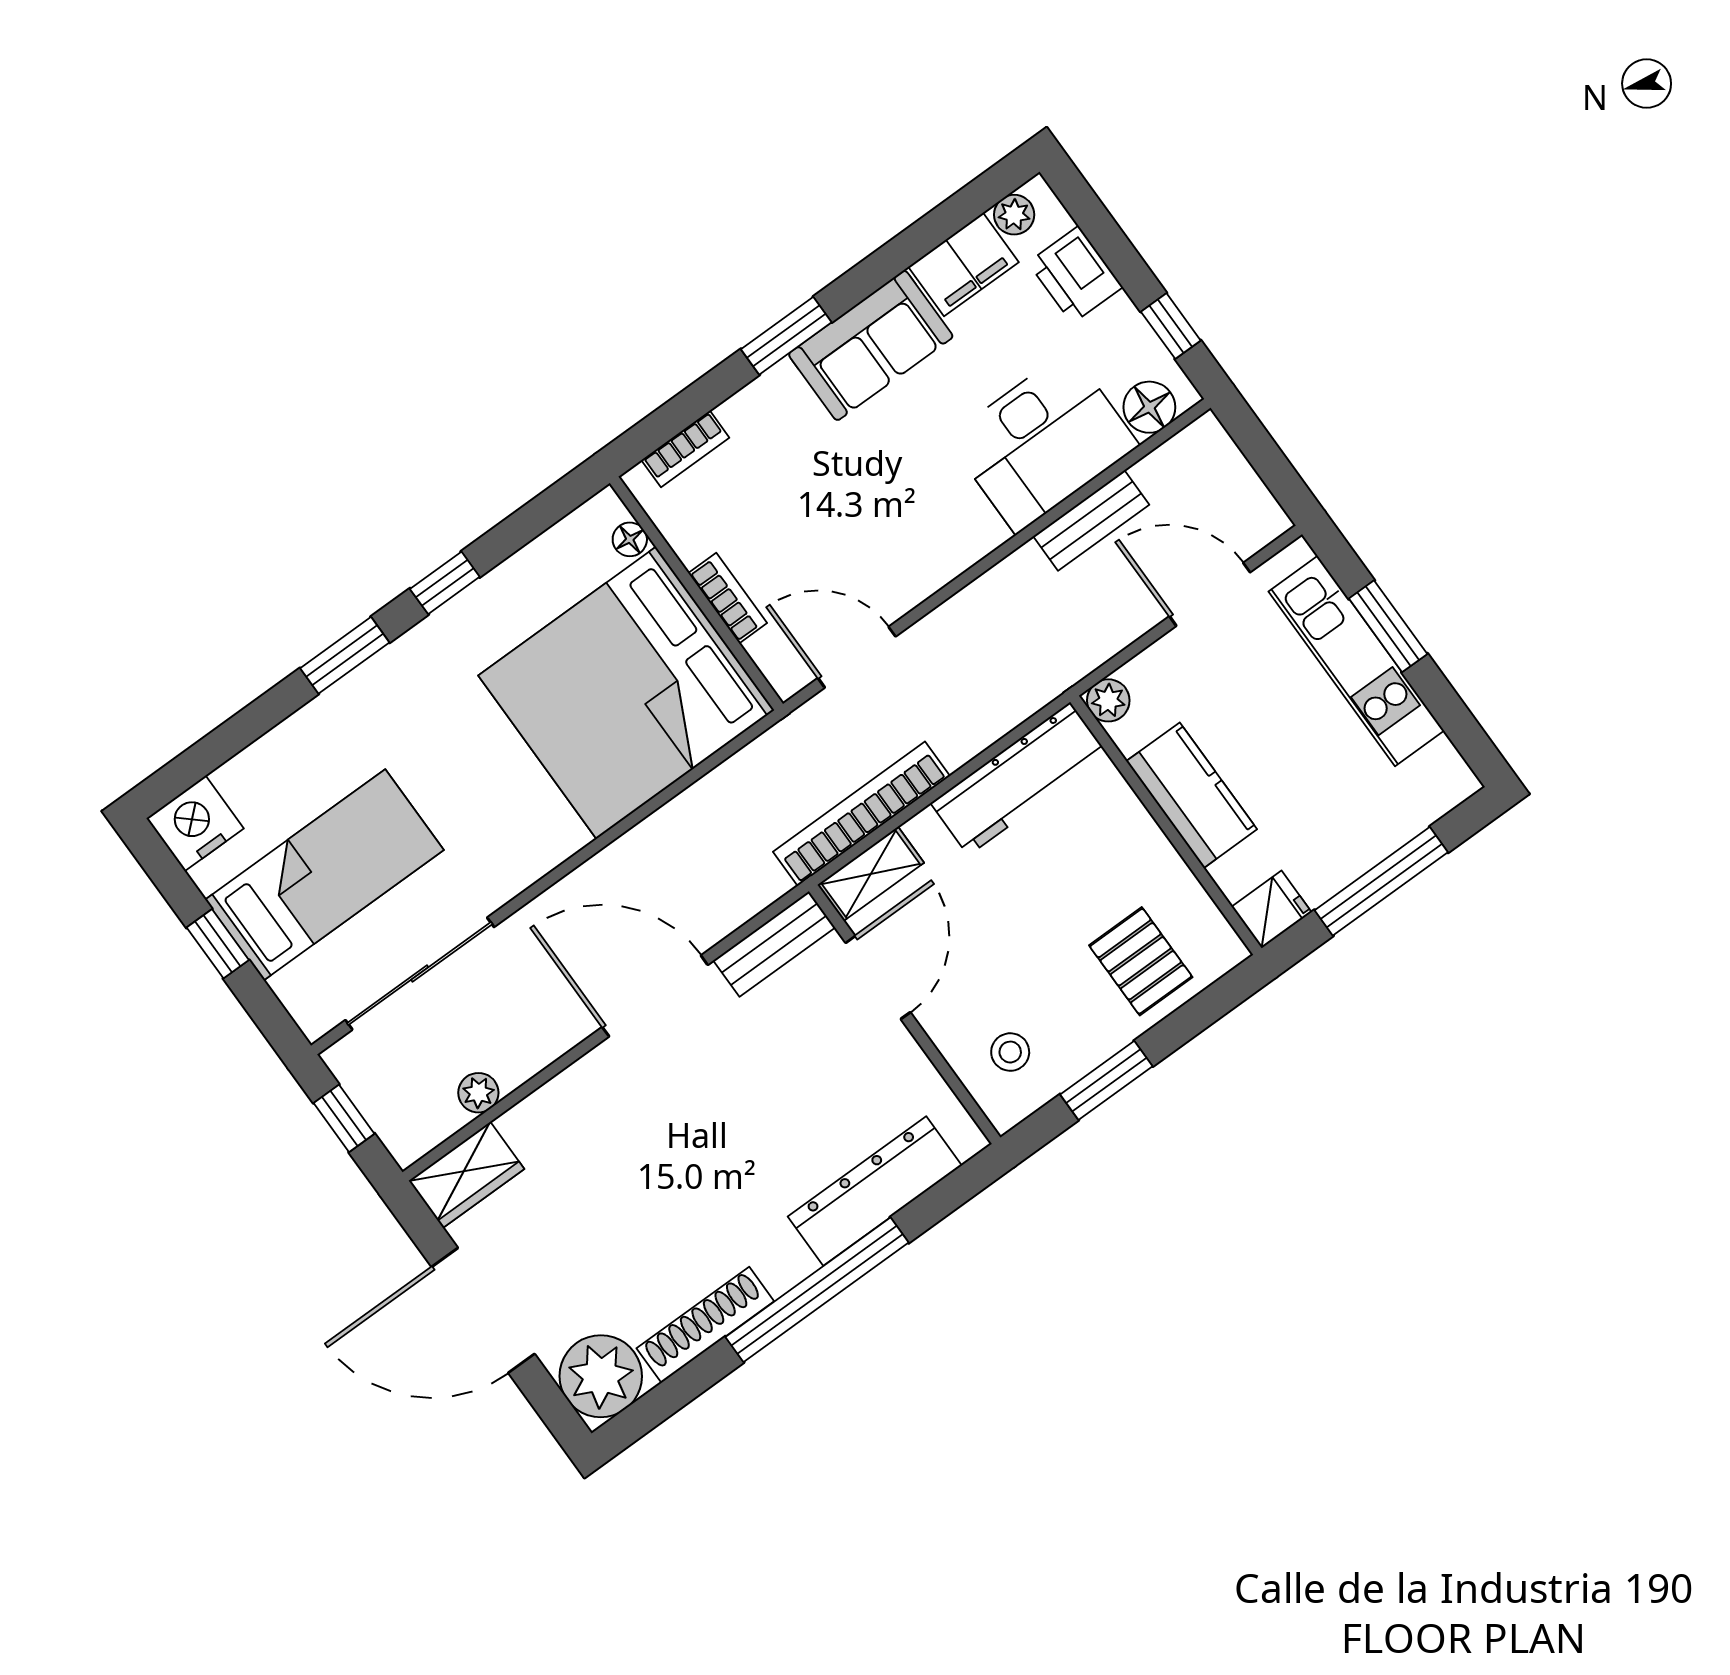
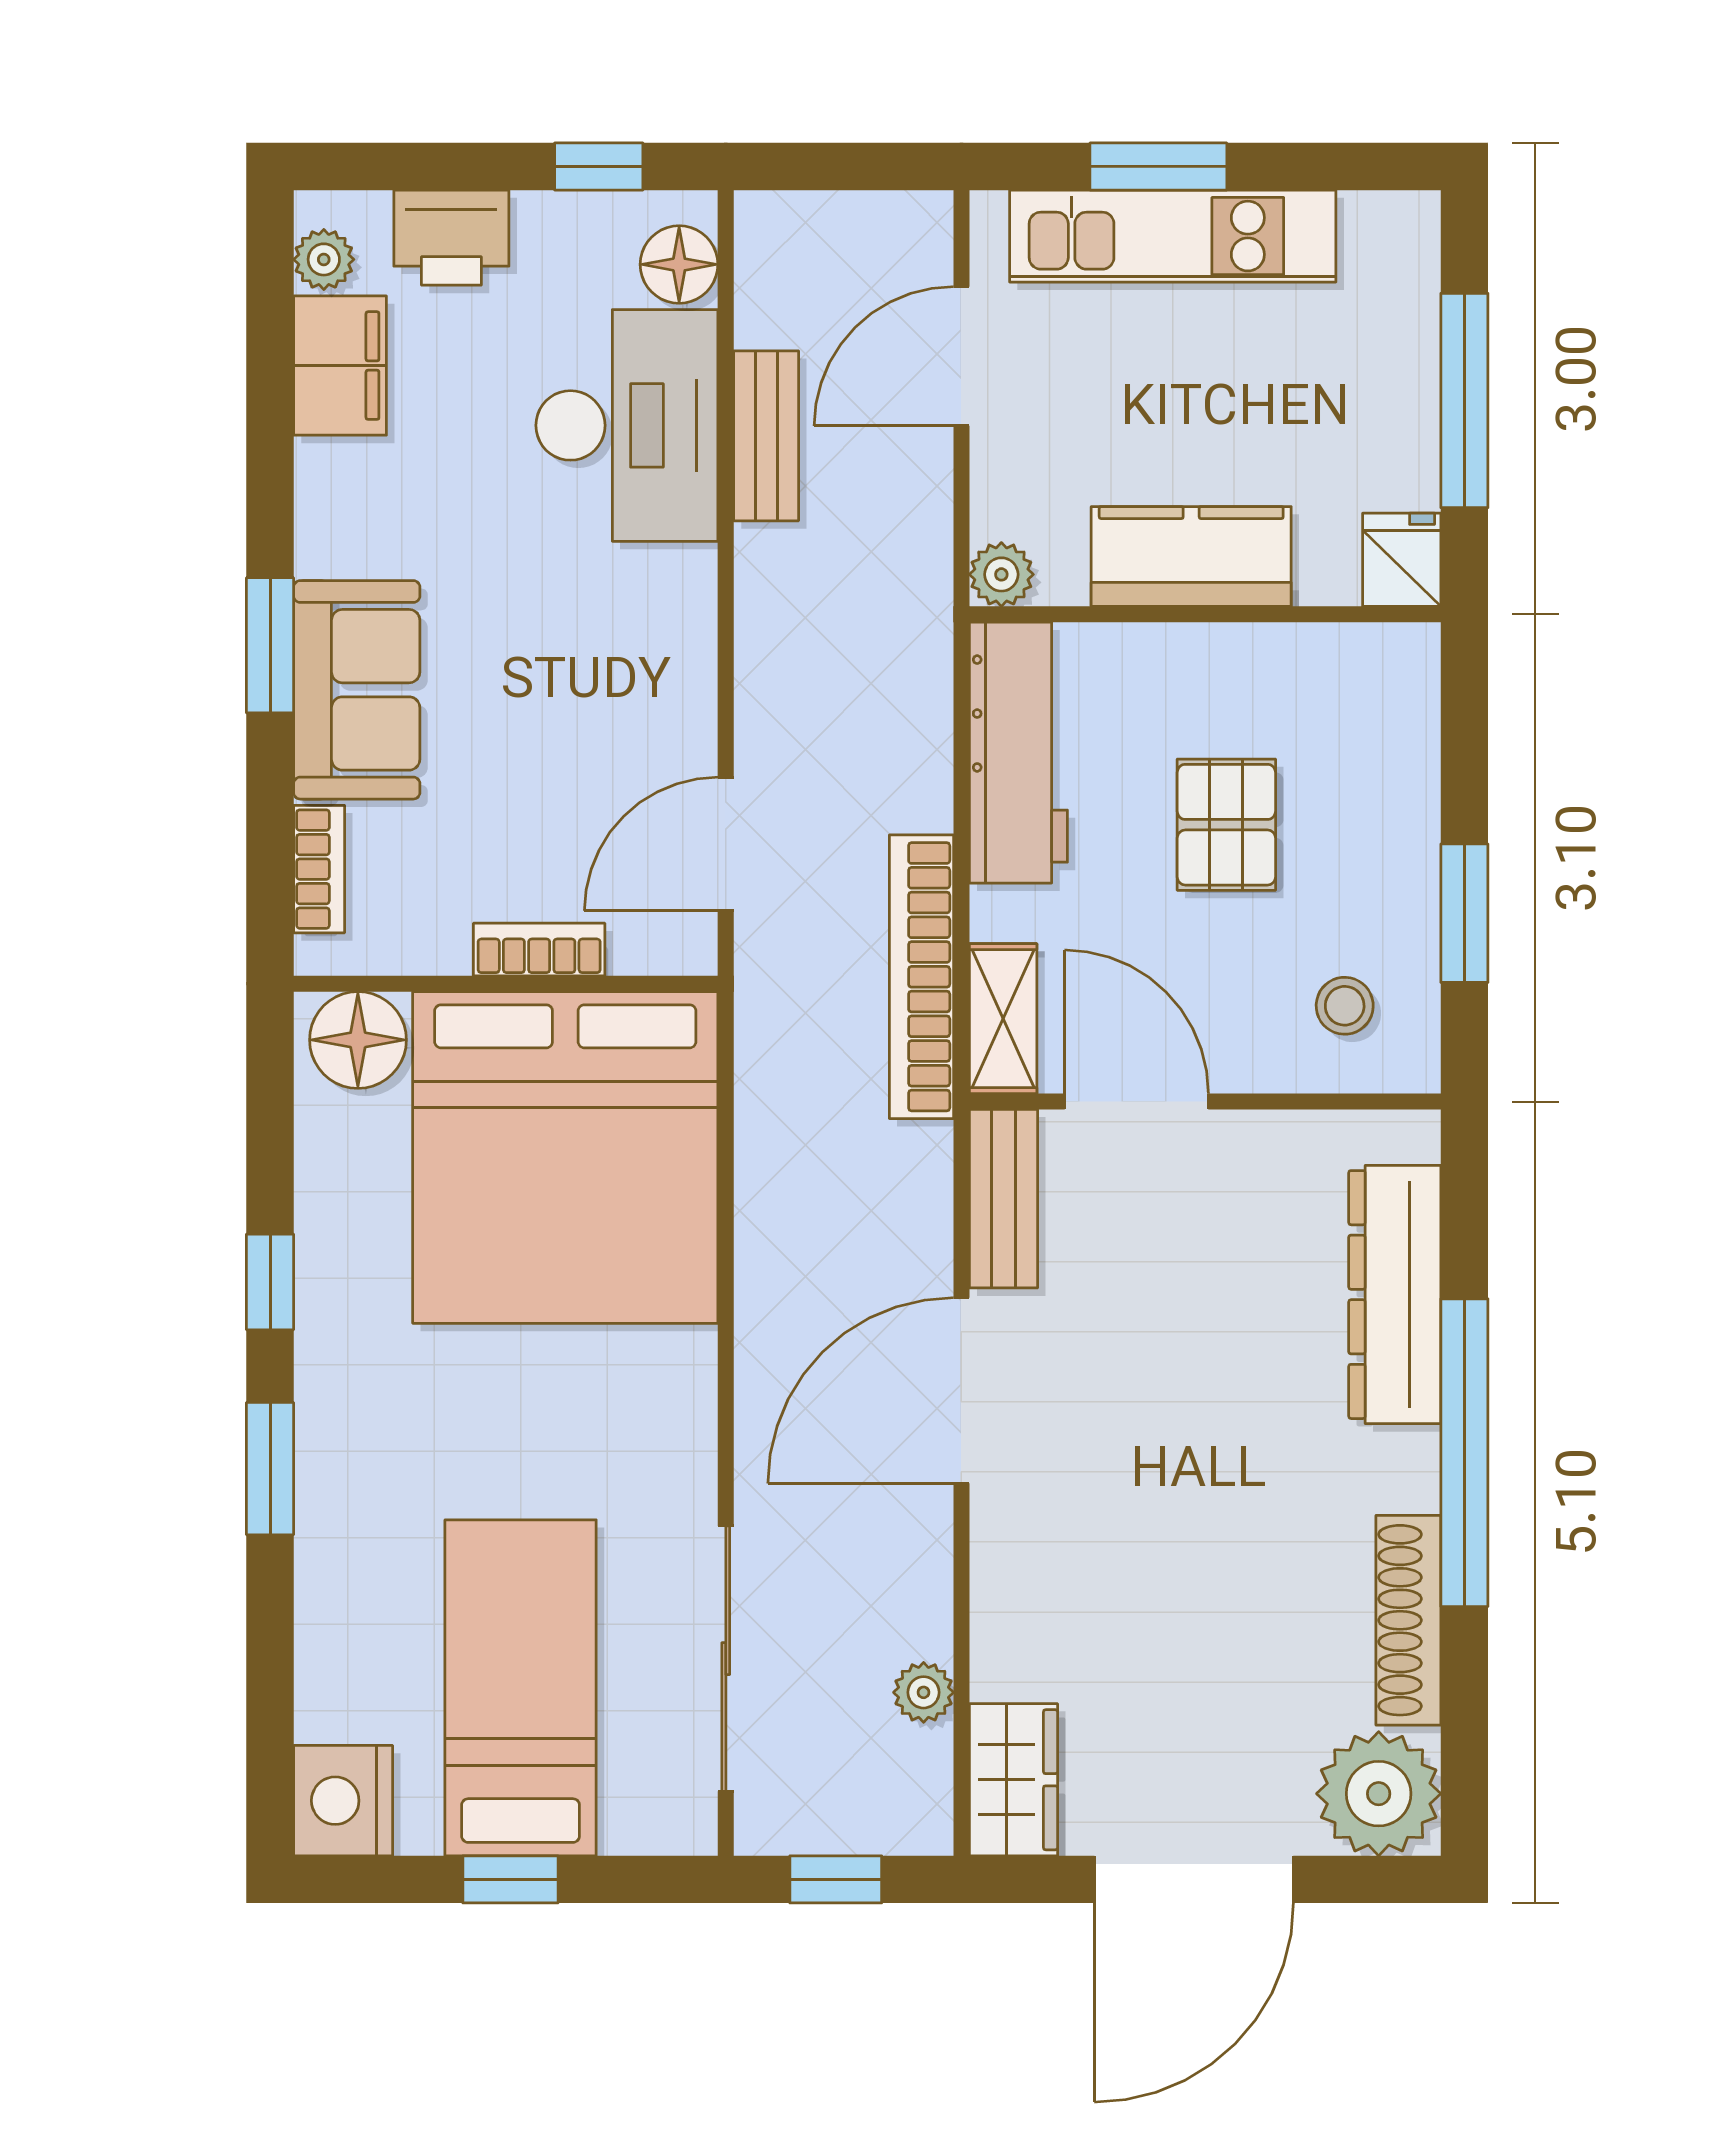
sofa: (871, 345) -> (357, 690), moved
floor lamp: (630, 539) -> (358, 1040), width x1.89, depth x1.89
pallet: (1141, 961) -> (1226, 825), moved, turned 90

